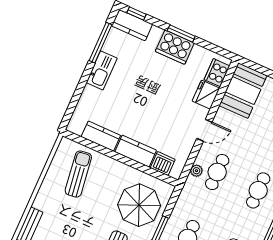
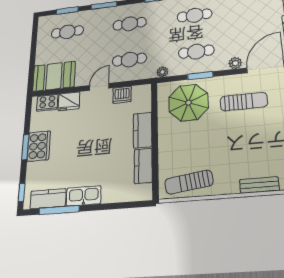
kitchen counter: (132, 25) -> (48, 199), moved, turned -90
door: (204, 130) -> (99, 87), hinge flipped
dishwasher: (163, 164) -> (122, 95), moved, turned -90
plant: (196, 171) -> (163, 72), moved
sun lounger: (78, 174) -> (189, 182), moved

